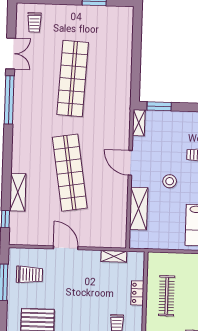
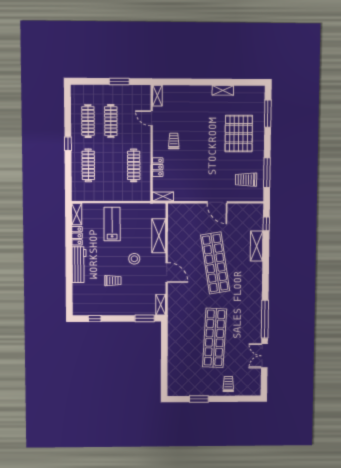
trolley: (34, 22) -> (228, 384), moved
shelving: (114, 256) -> (163, 196), moved

